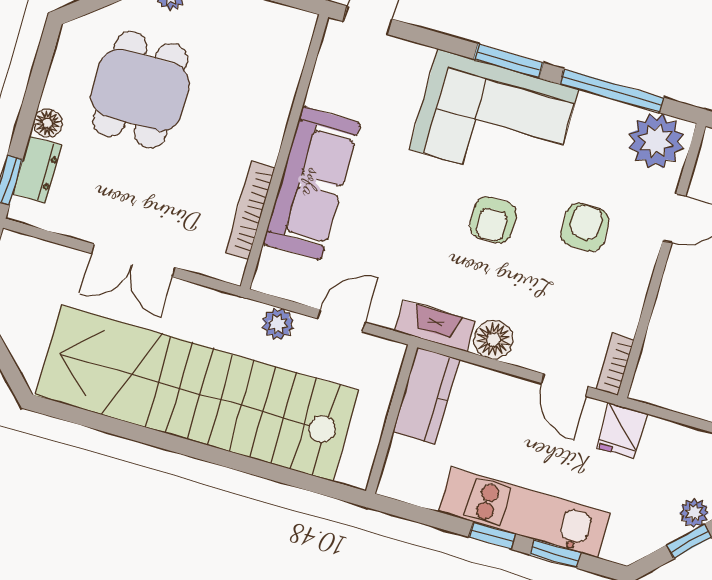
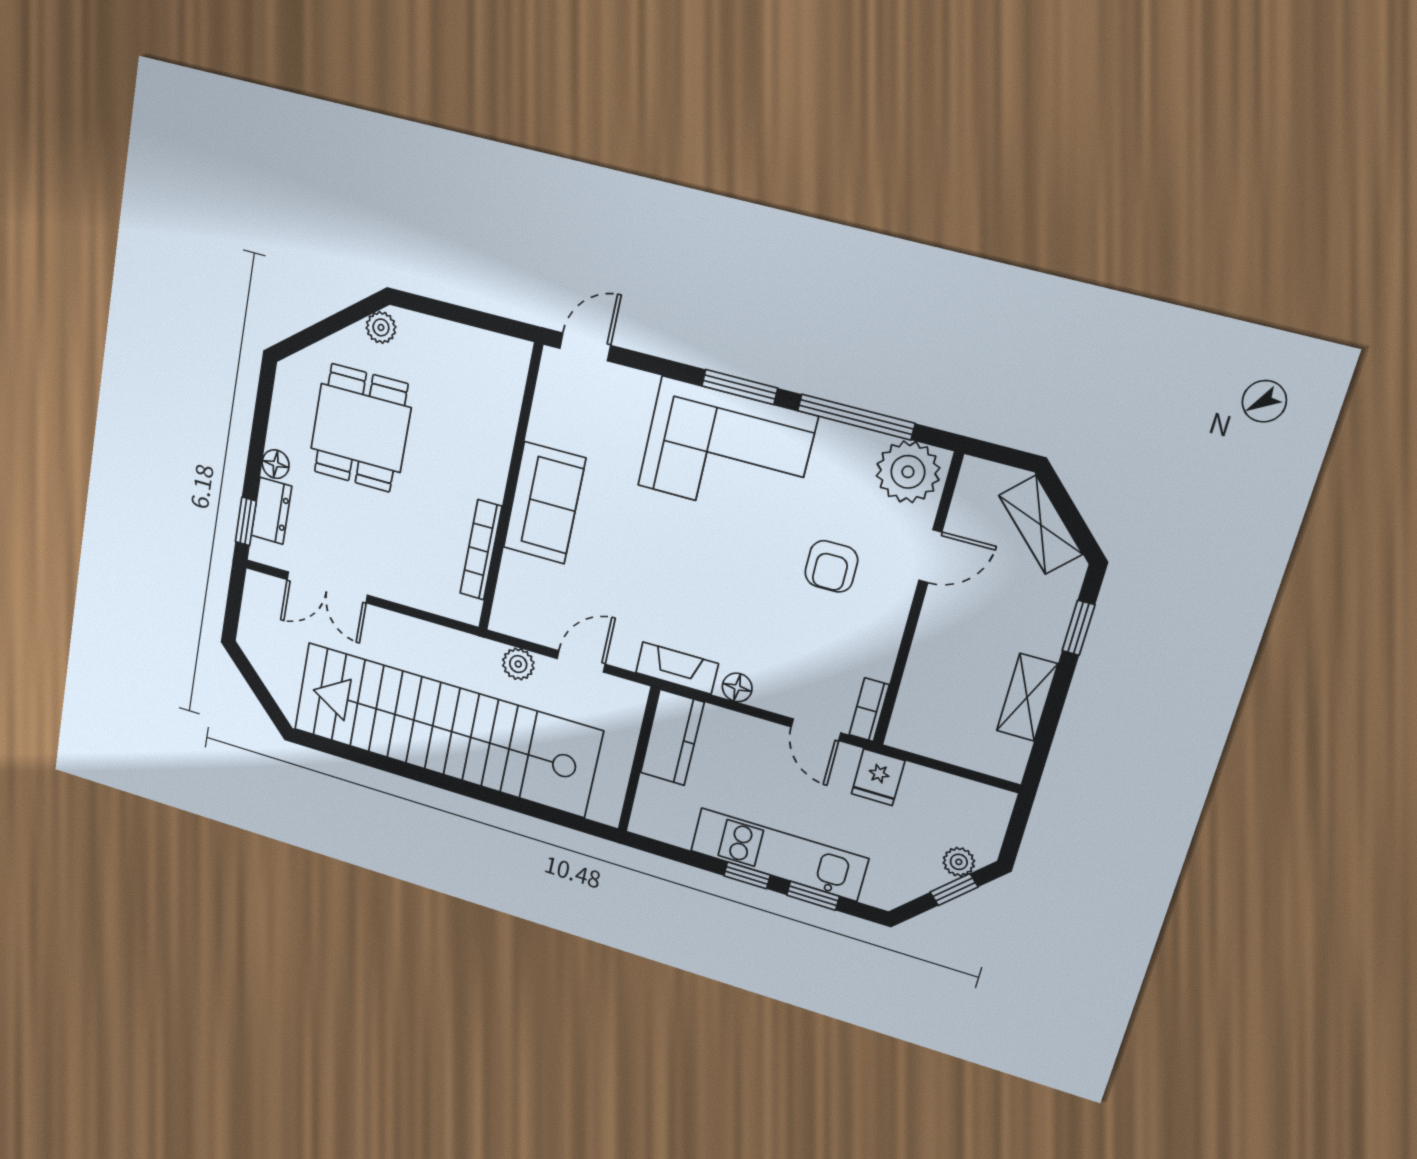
sofa: (312, 183) -> (544, 503), width x0.73
armchair: (493, 220) -> (732, 559), removed
armchair: (585, 227) -> (831, 566), turned 180
double door: (133, 260) -> (327, 587), moved
floor lamp: (493, 339) -> (737, 687), width x0.73, depth x0.73

